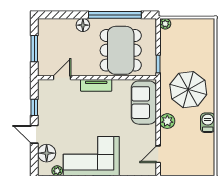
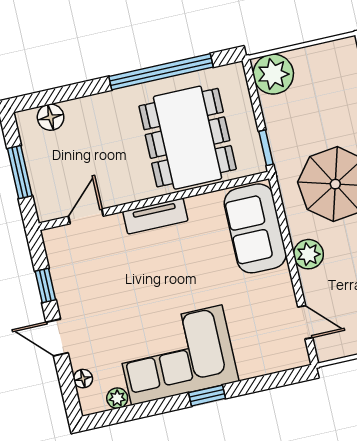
plant: (165, 24) -> (273, 74), width x1.88, depth x1.88
floor lamp: (83, 25) -> (51, 117), moved
floor lamp: (47, 153) -> (83, 379), width x0.53, depth x0.53
door: (158, 154) -> (305, 322), swing flipped

